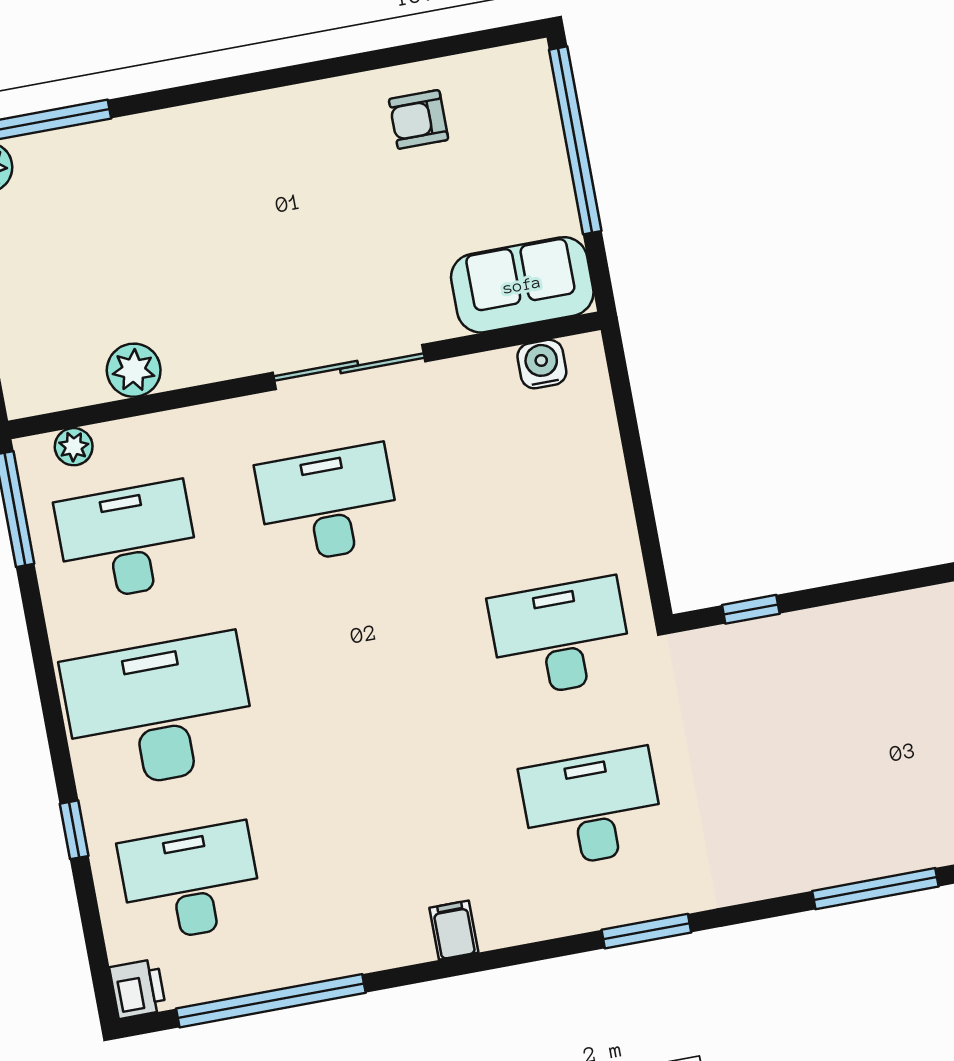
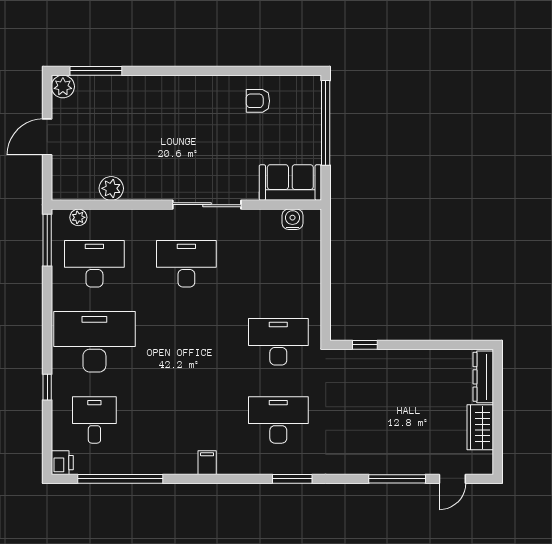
desk: (191, 882) -> (94, 420), width x0.73

